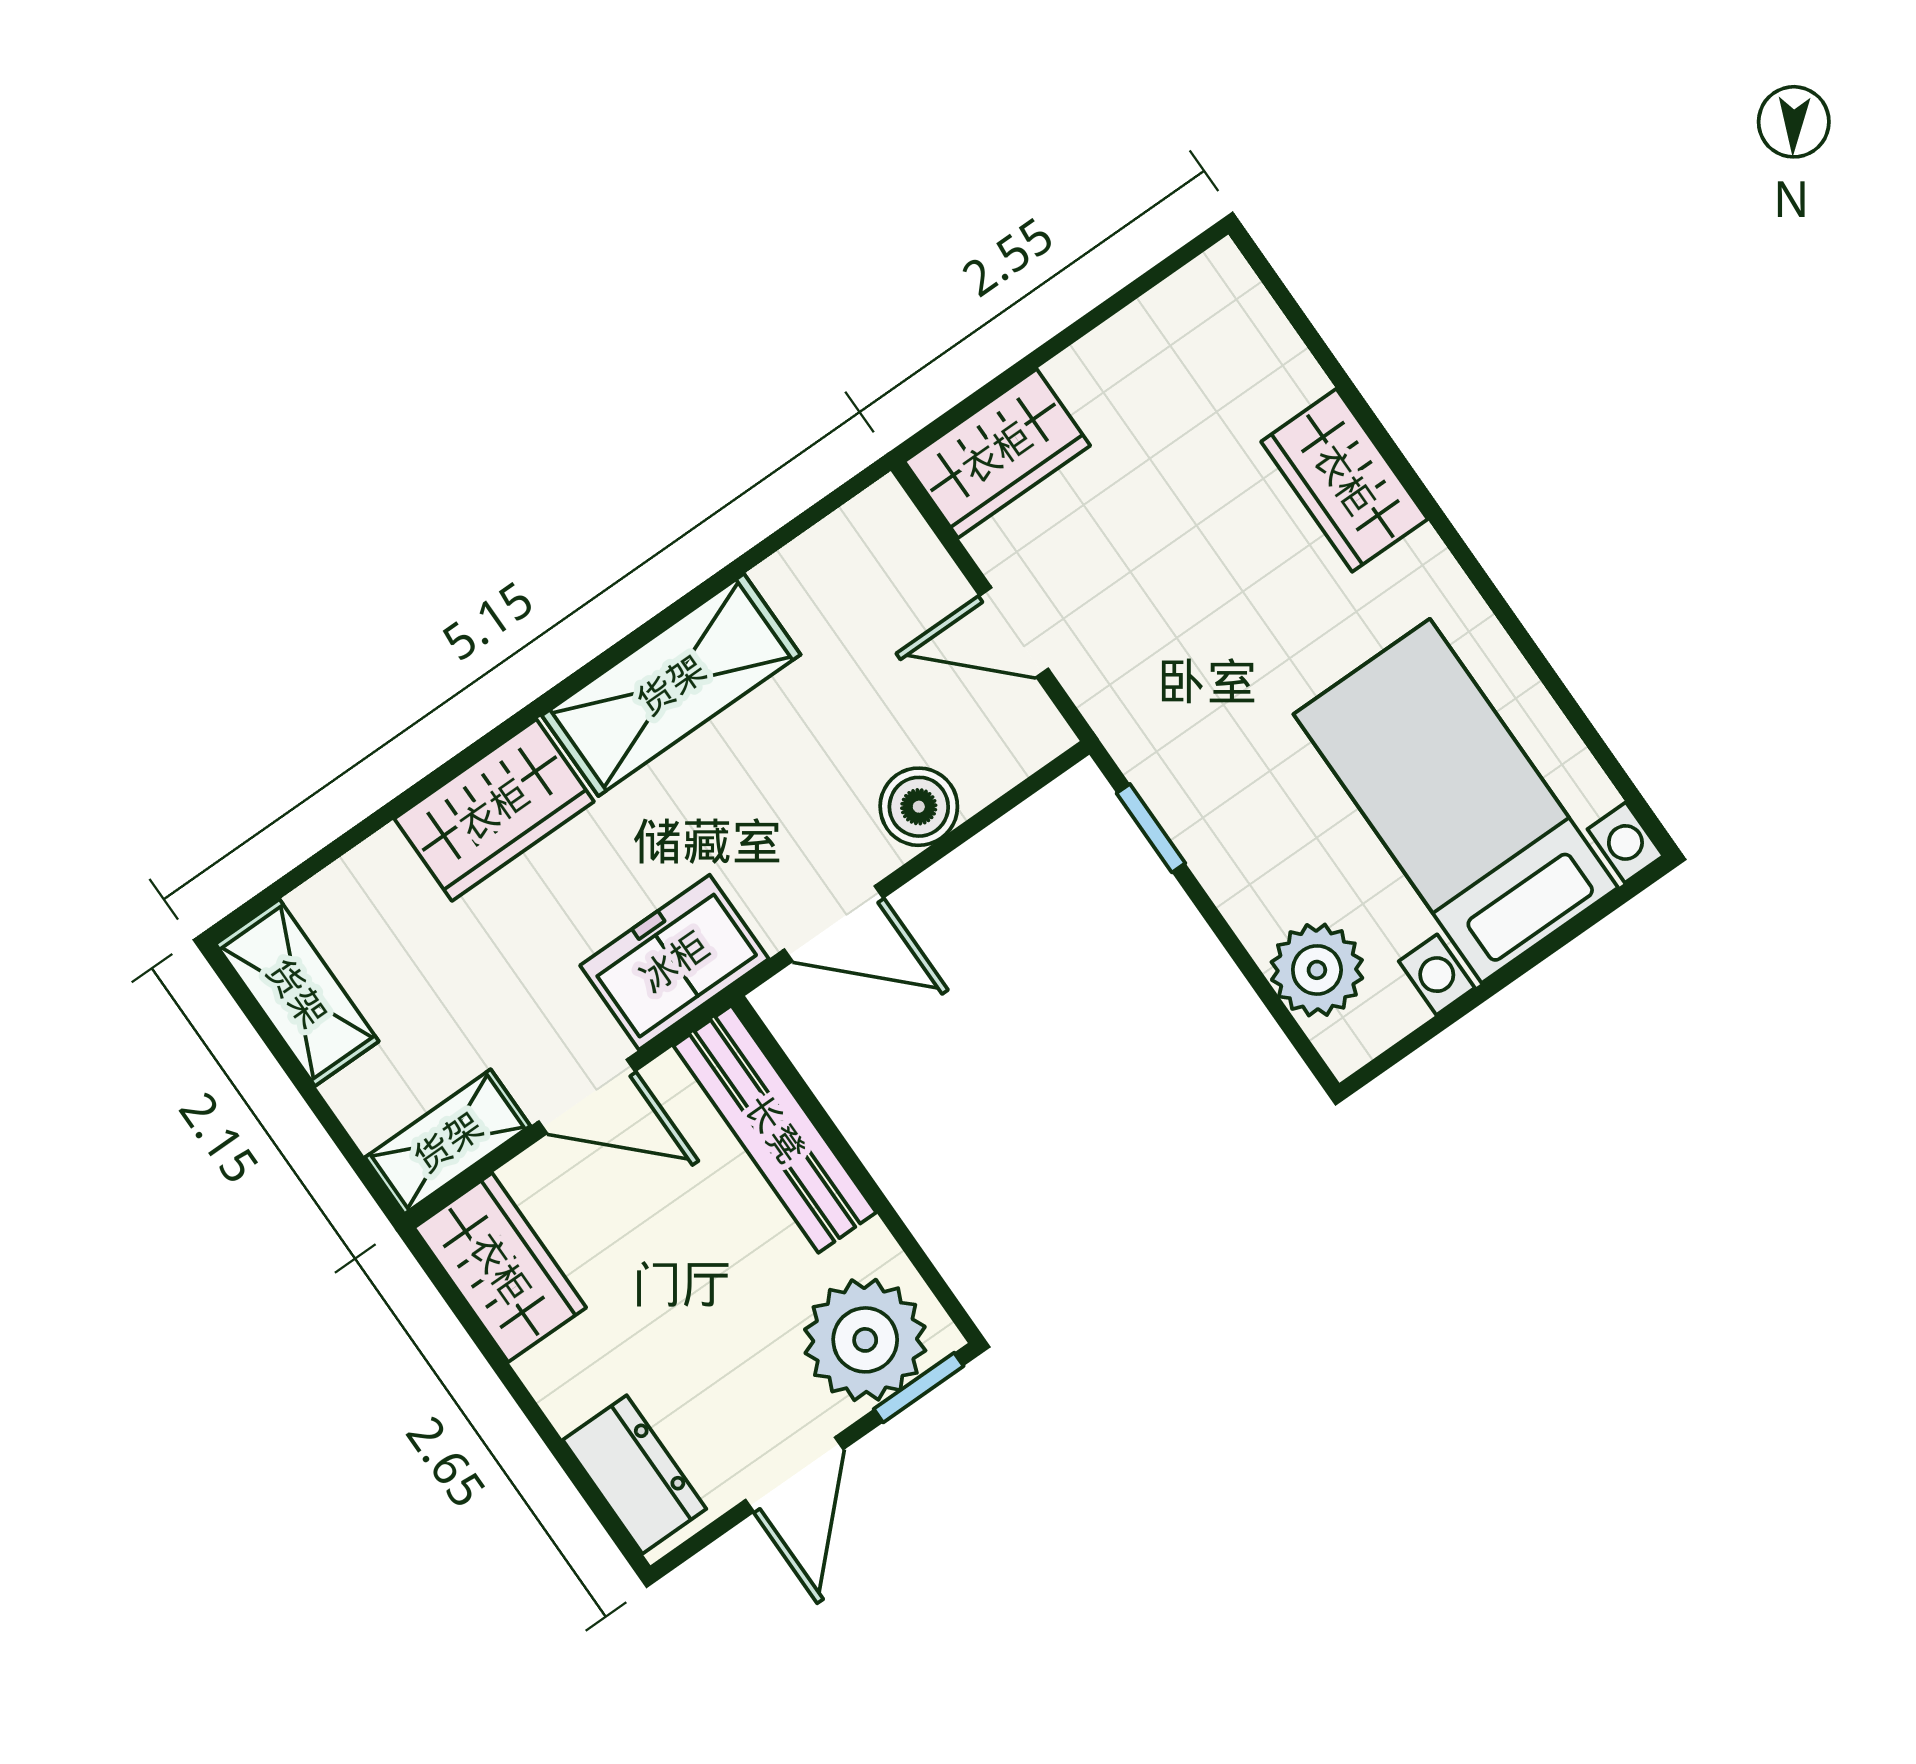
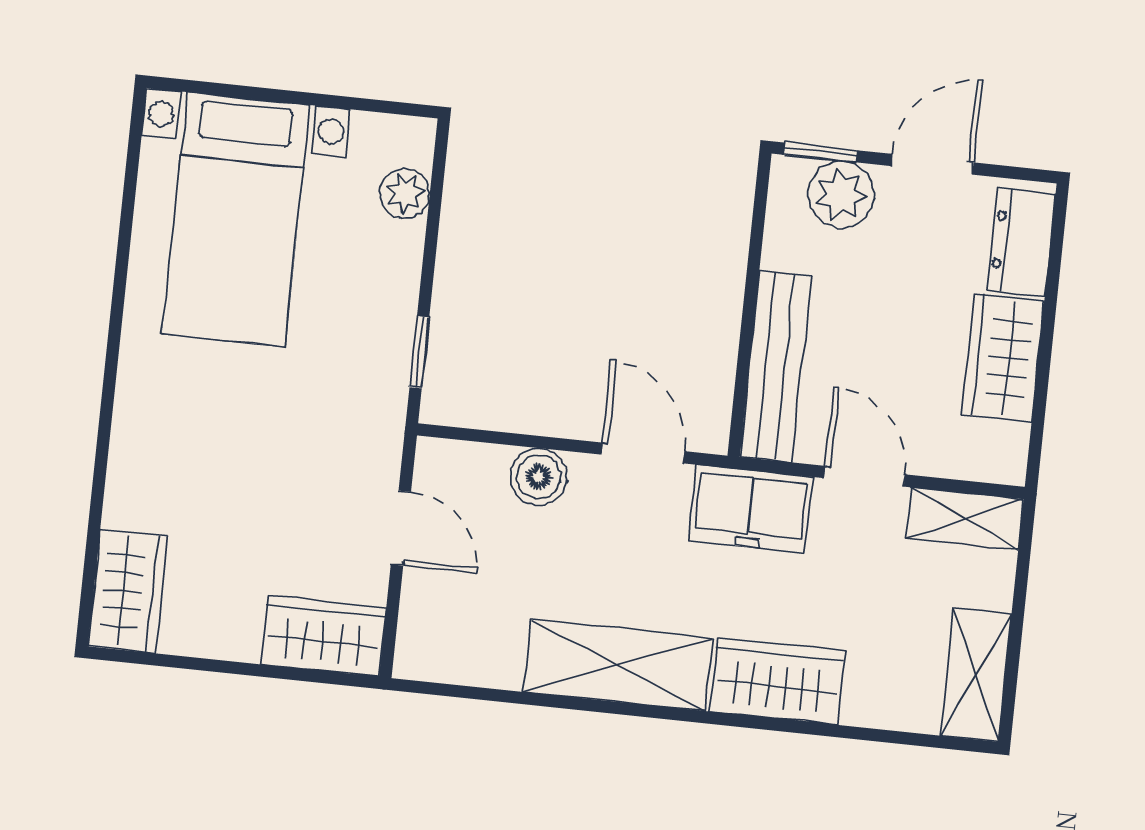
wardrobe: (1344, 480) -> (128, 591), moved
plant: (1317, 970) -> (405, 193), width x0.73, depth x0.73
wardrobe: (500, 1268) -> (1003, 358), moved
plant: (865, 1340) -> (841, 194), width x0.73, depth x0.73

